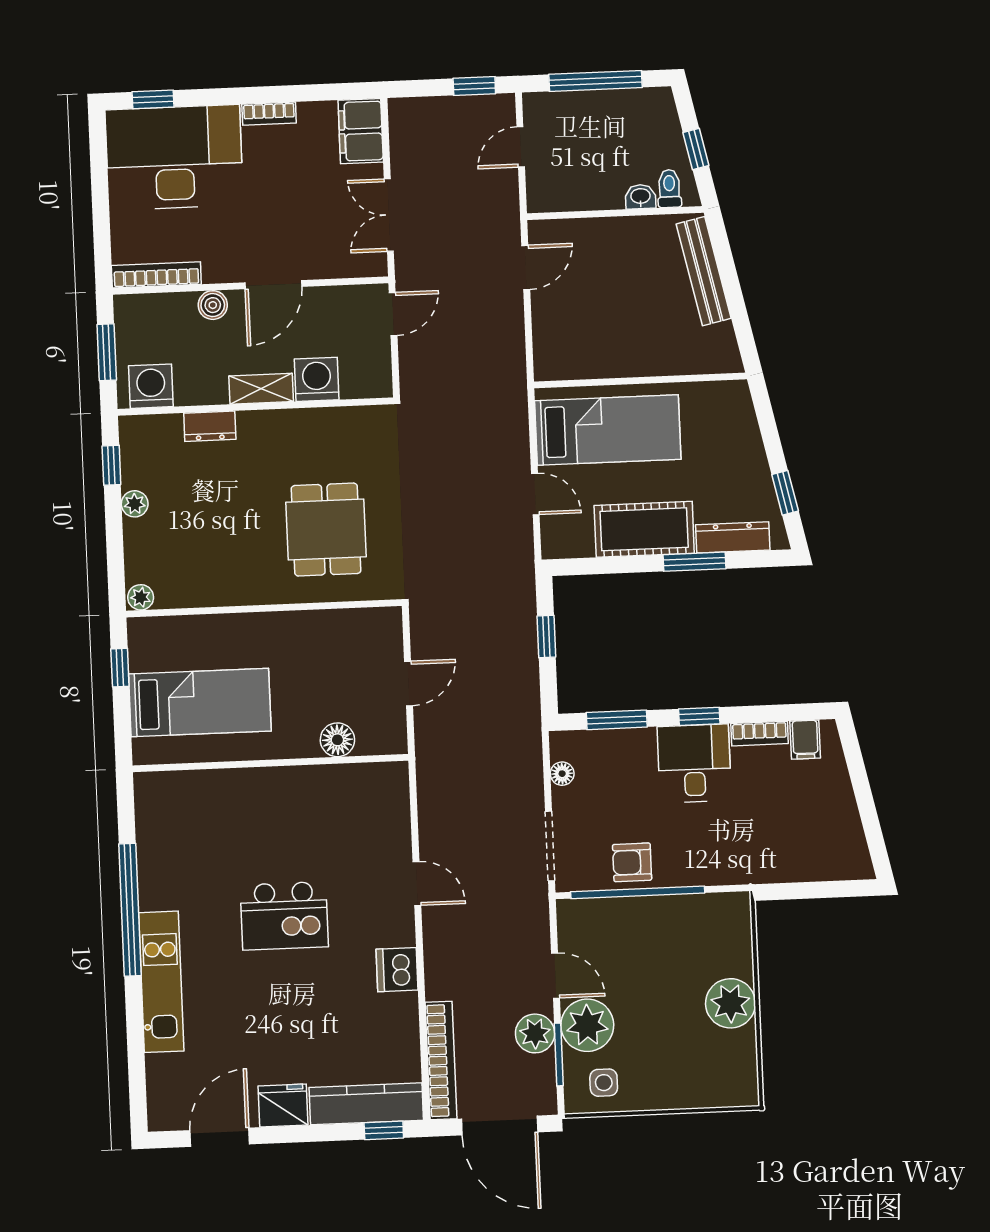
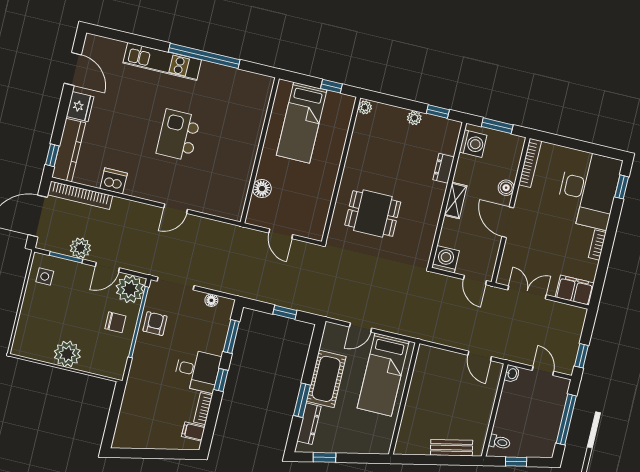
washbasin: (641, 197) -> (512, 374), moved
bench: (704, 271) -> (452, 448), width x0.73
washing machine: (317, 379) -> (445, 259), moved, turned -90
chair: (650, 934) -> (115, 322), added
dishwasher: (397, 970) -> (114, 181), moved
plant: (587, 1025) -> (130, 289), moved

